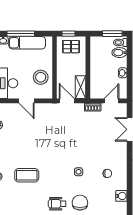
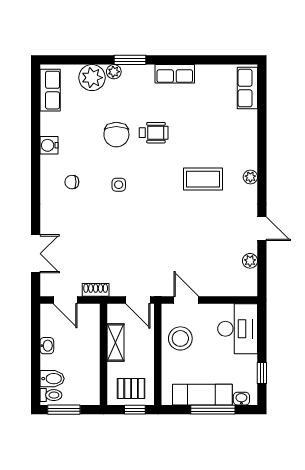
shelving: (80, 87) -> (116, 343), moved
door: (26, 101) -> (186, 300), moved
door: (111, 101) -> (65, 300), hinge flipped

